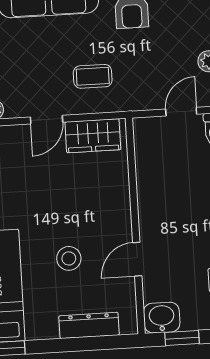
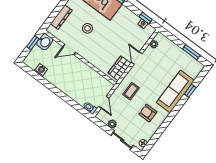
coffee table: (93, 76) -> (131, 91), moved
door: (137, 259) -> (69, 49), swing flipped

